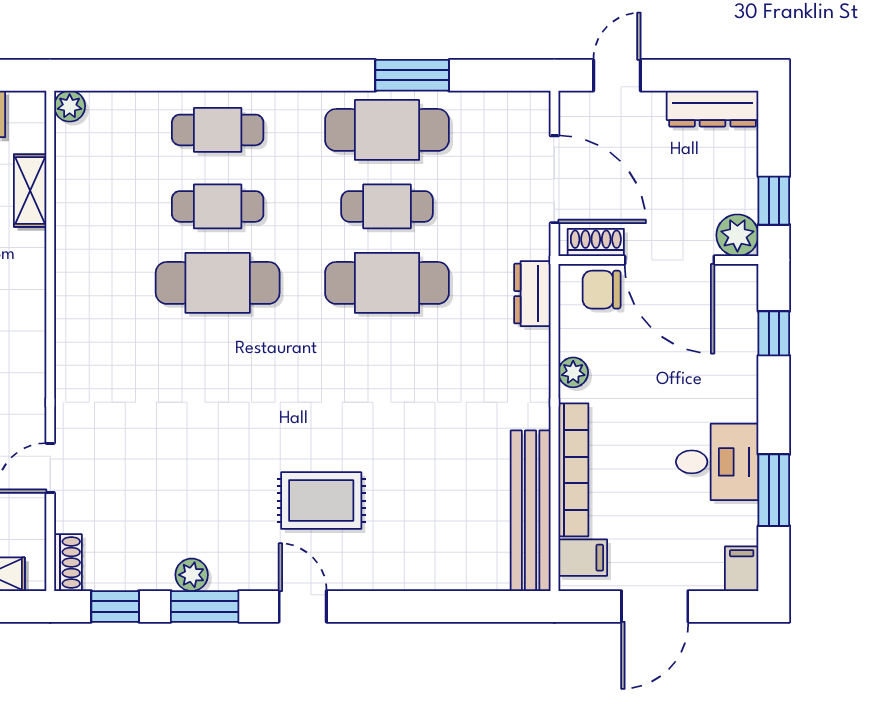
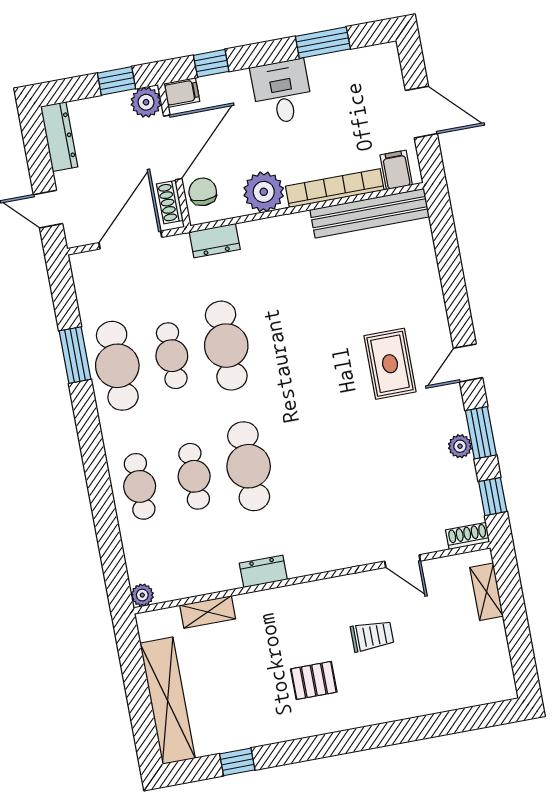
dresser: (71, 276) -> (263, 571), added
chair: (602, 290) -> (203, 192), turned 180
plant: (573, 372) -> (264, 192), width x1.88, depth x1.88
desk: (717, 462) -> (282, 92), moved
filing cabinet: (742, 569) -> (182, 92), moved, turned 180

